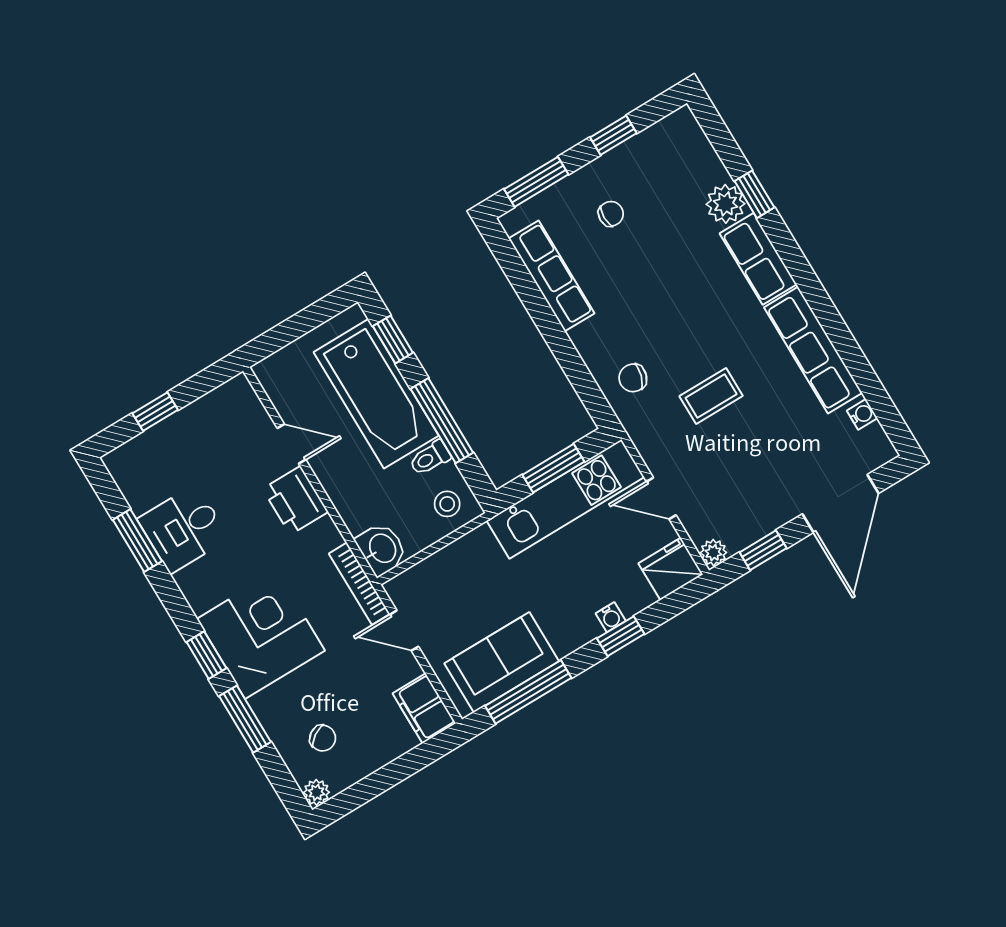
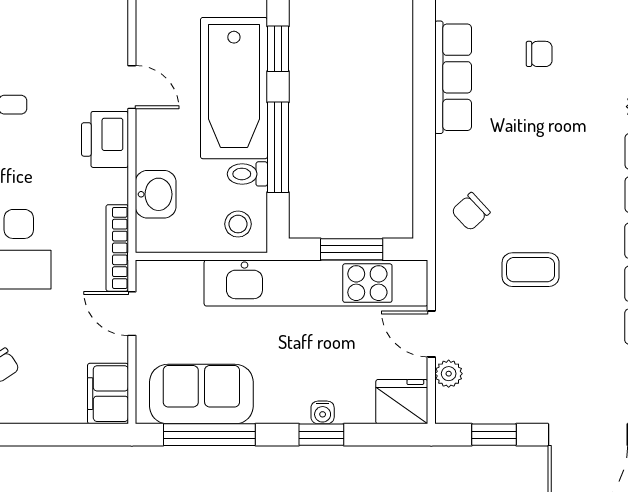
chair: (633, 378) -> (471, 212), turned -60
kitchen unit: (565, 499) -> (316, 283), width x1.36
washbasin: (382, 549) -> (156, 194), moved
plant: (713, 553) -> (449, 374), moved

